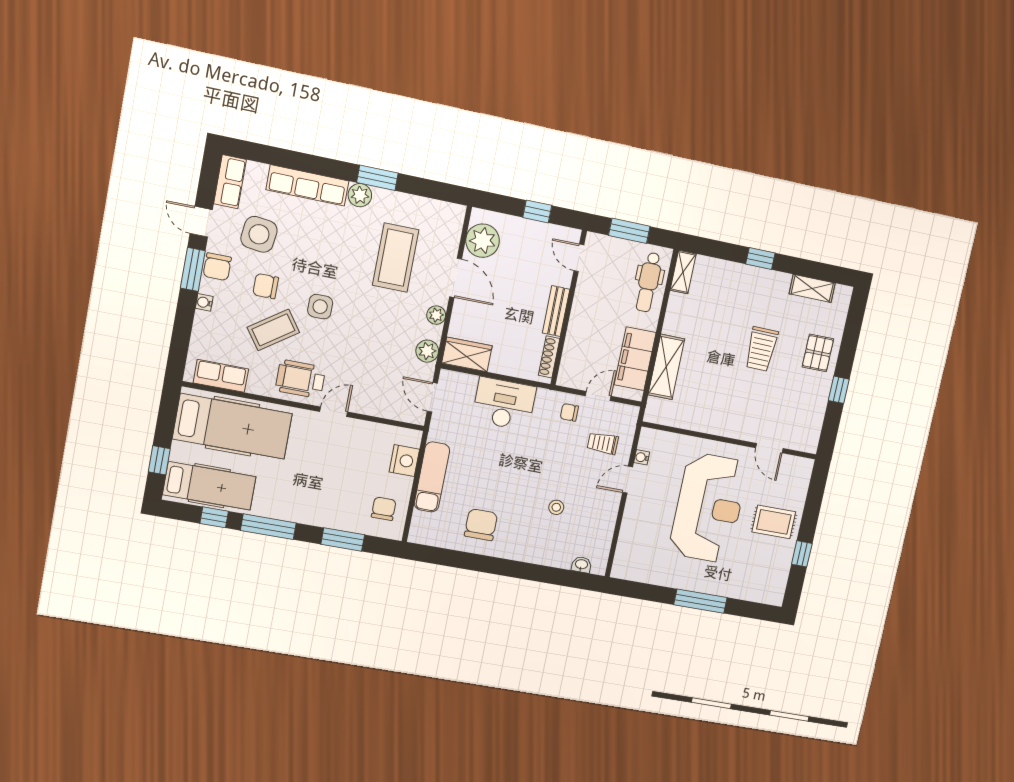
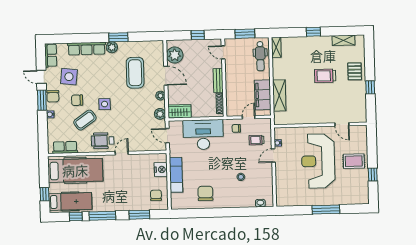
trolley: (761, 349) -> (325, 76), turned 89
desk: (504, 404) -> (203, 135), width x1.36, depth x1.30
reception desk: (709, 508) -> (318, 161), turned 180

